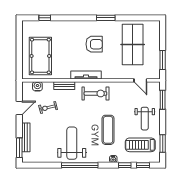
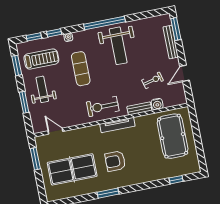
table tennis table: (133, 44) -> (72, 169), turned 90
water cooler: (37, 86) -> (157, 104), moved
window: (163, 100) -> (24, 102), moved

